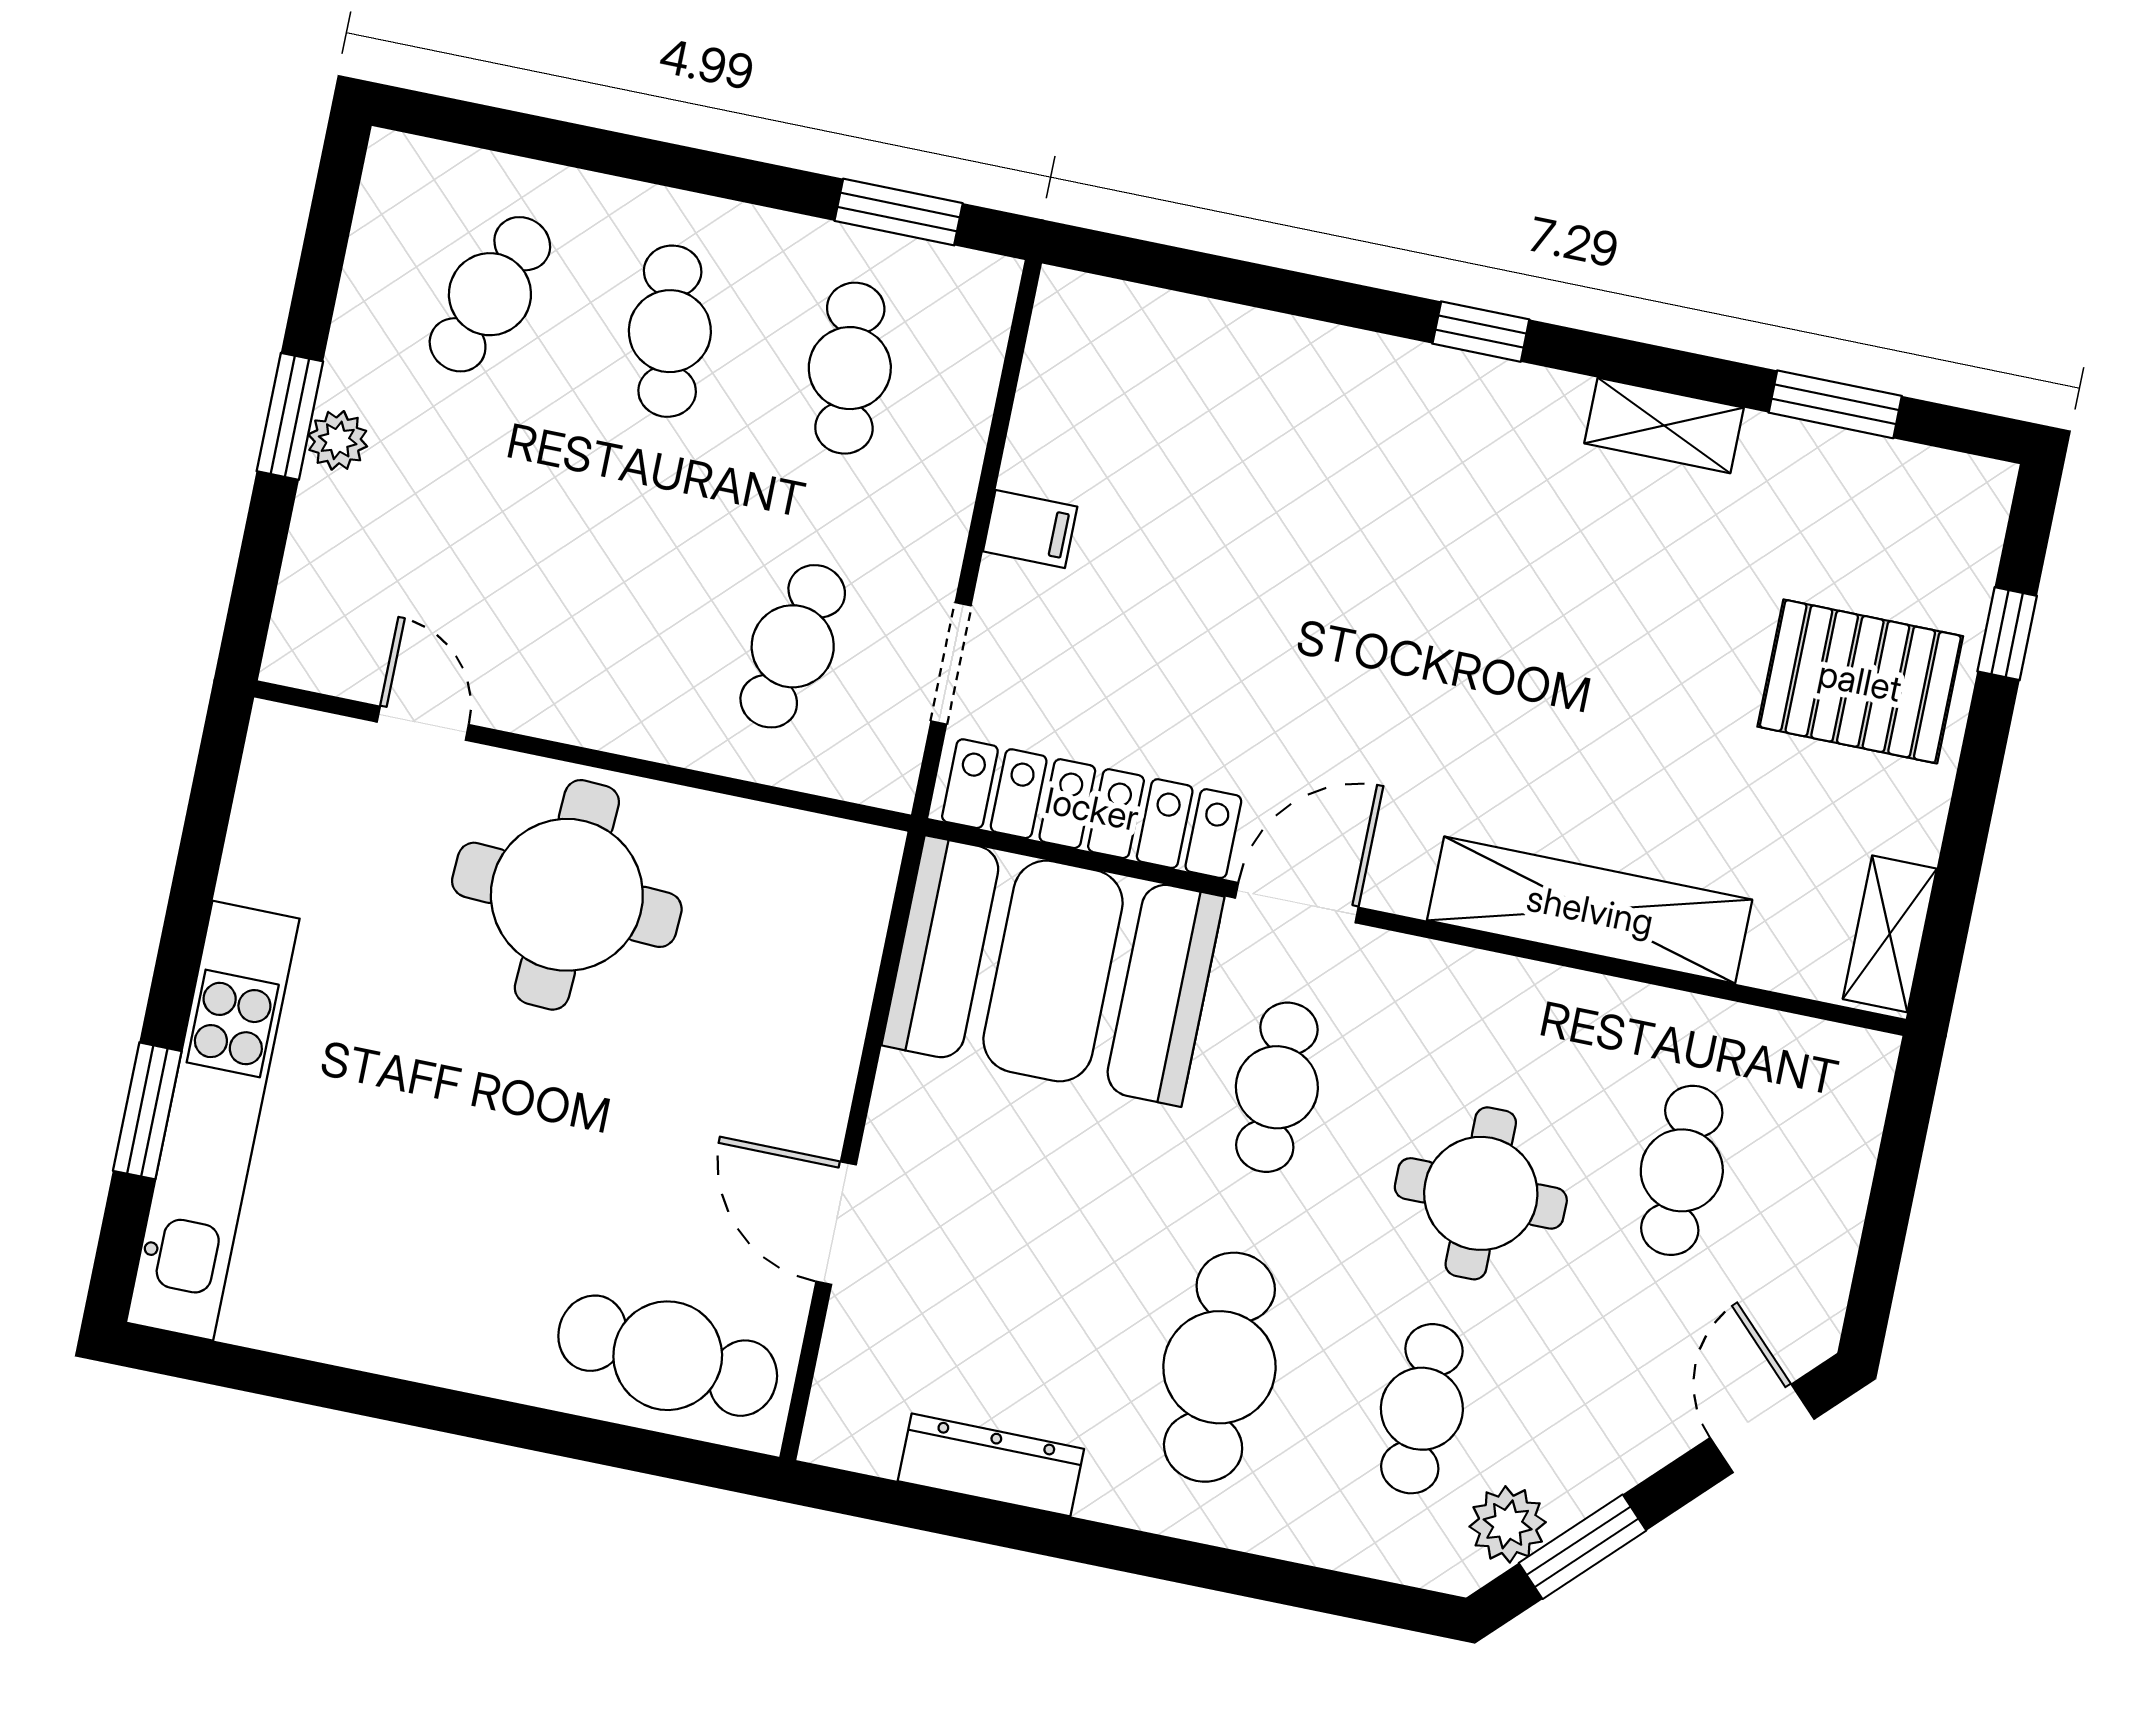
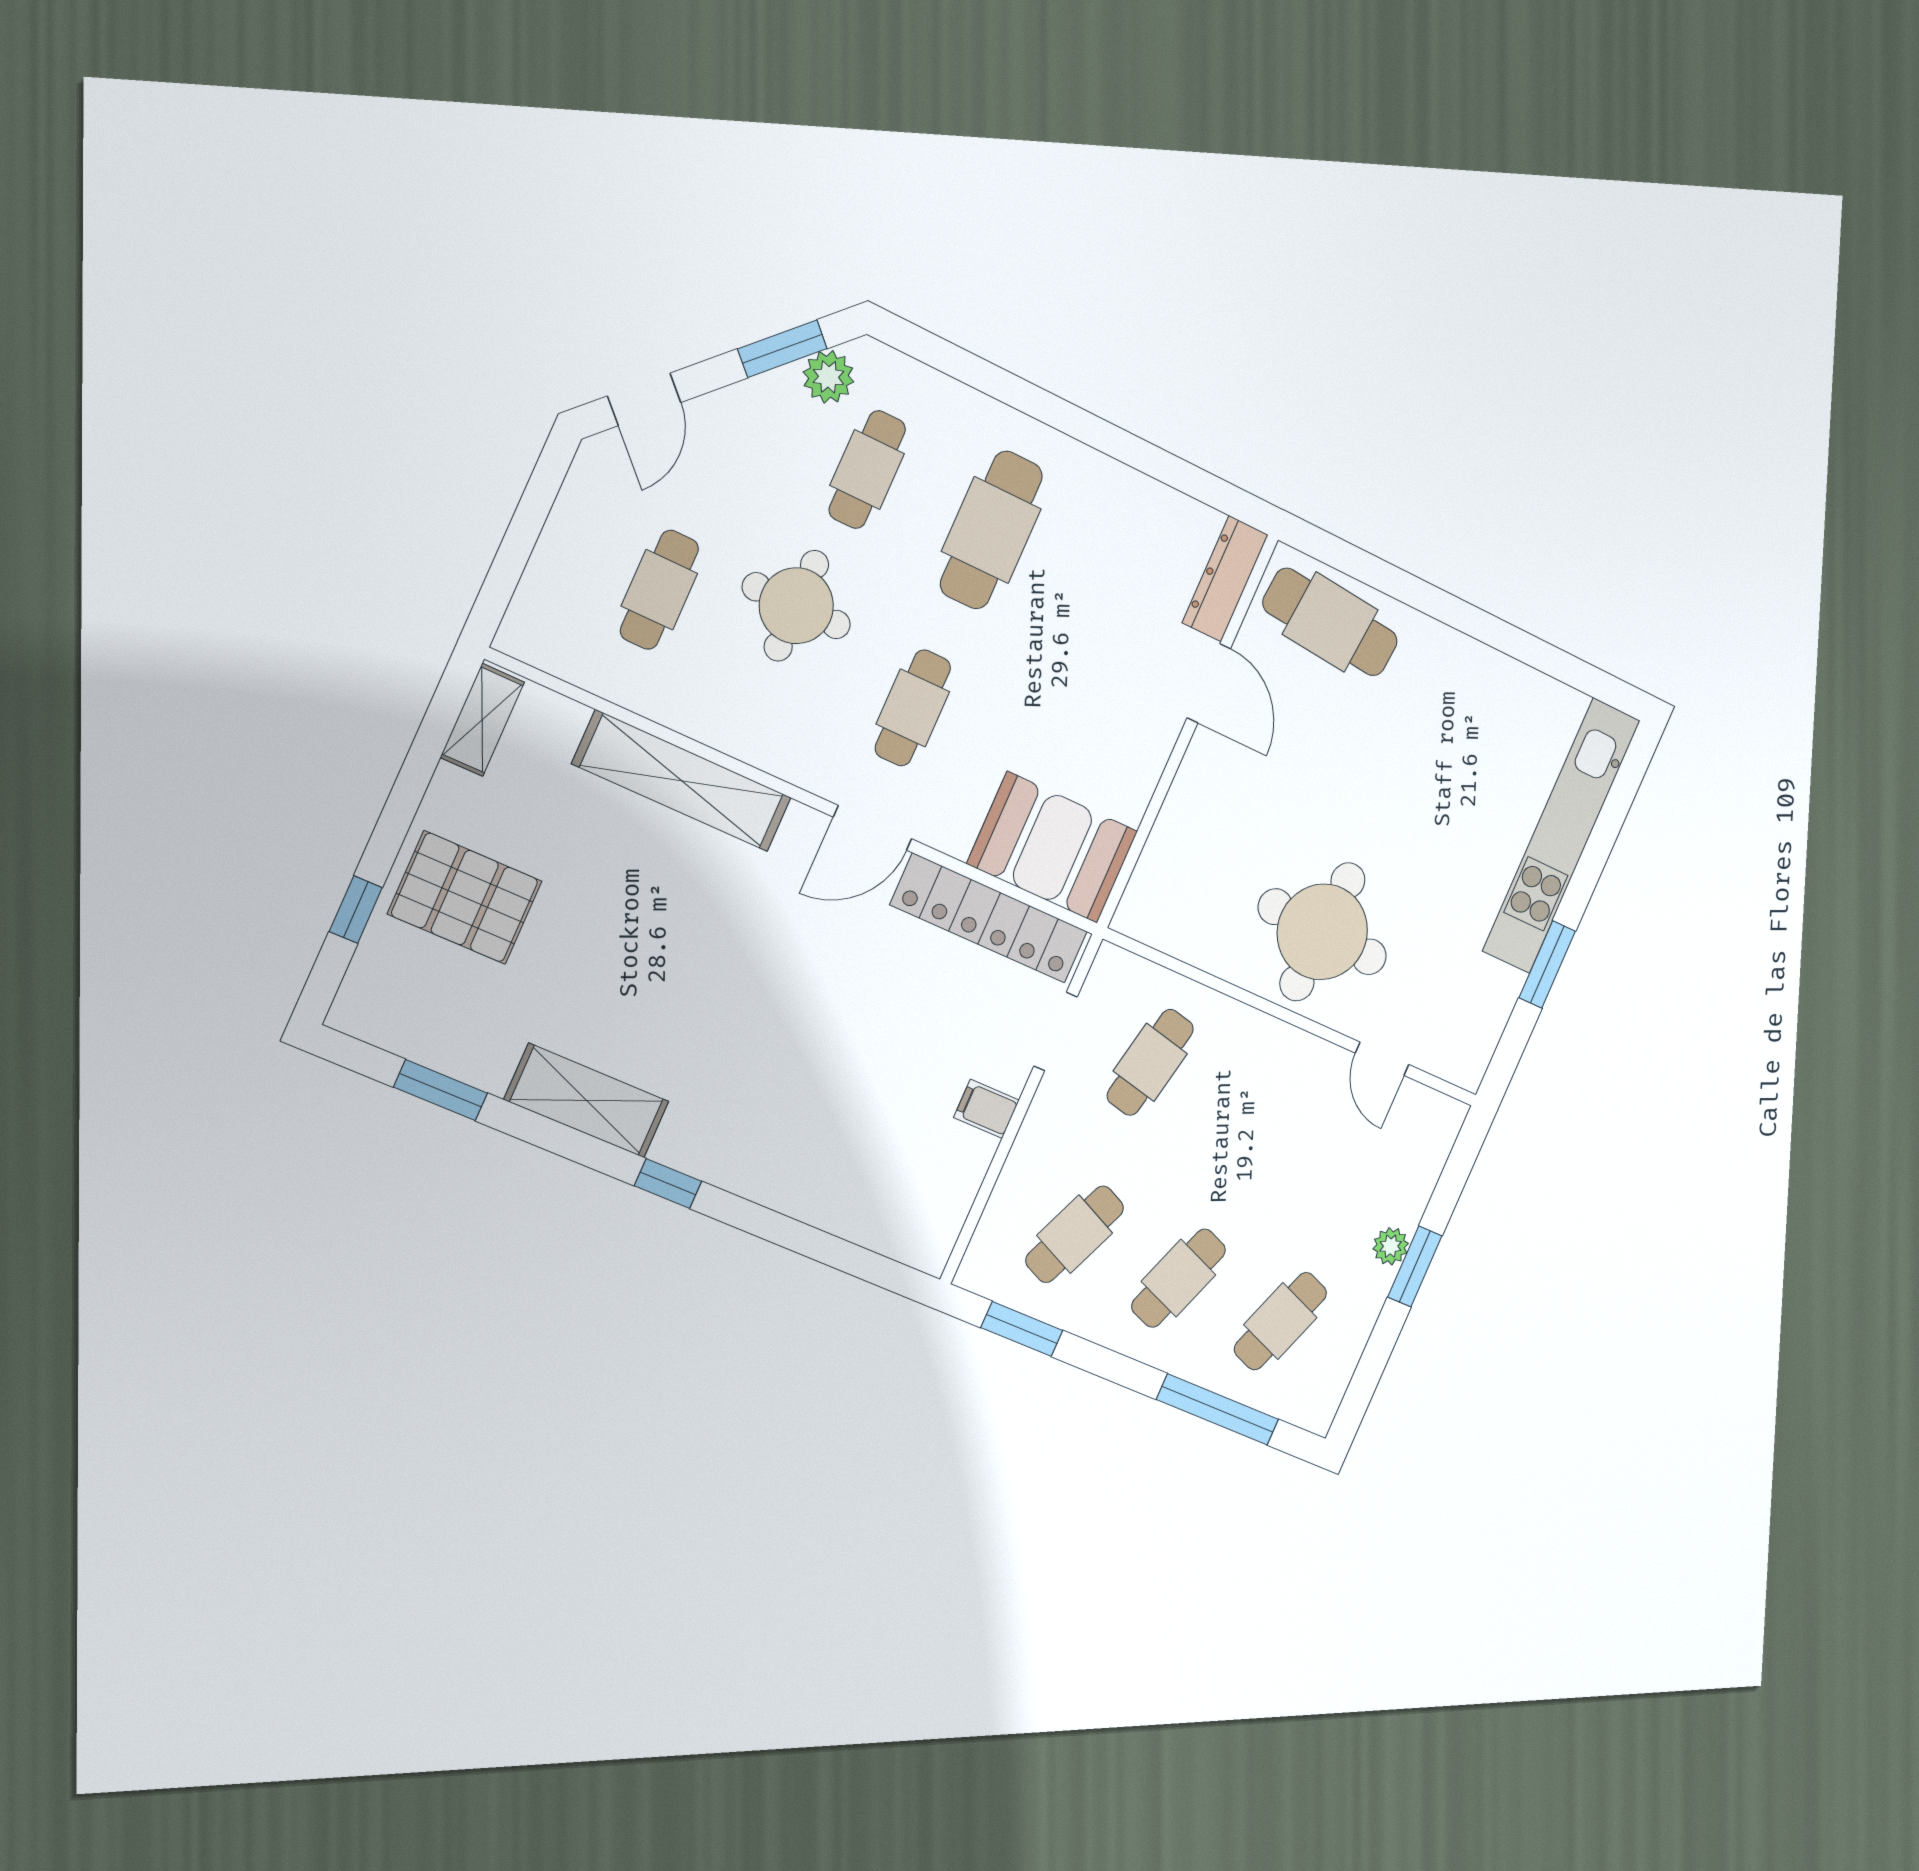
window: (559, 142) -> (1218, 1409), added
cafe table: (670, 331) -> (1179, 1278), turned 30
cafe table: (850, 368) -> (1075, 1234), turned 30
shelving: (1664, 425) -> (587, 1100), width x1.50, depth x1.33
booth: (1053, 971) -> (1052, 847), width x0.73, depth x0.70
window: (147, 1111) -> (1547, 964), moved
dresser: (991, 1465) -> (1225, 579), moved, turned 90

